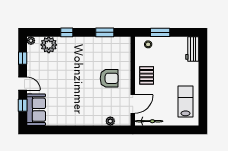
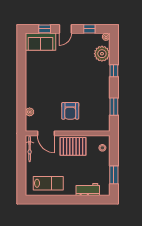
window: (160, 32) -> (114, 175), moved
workbench: (192, 49) -> (88, 190), moved
pallet: (147, 75) -> (73, 146), width x1.50, depth x1.42

